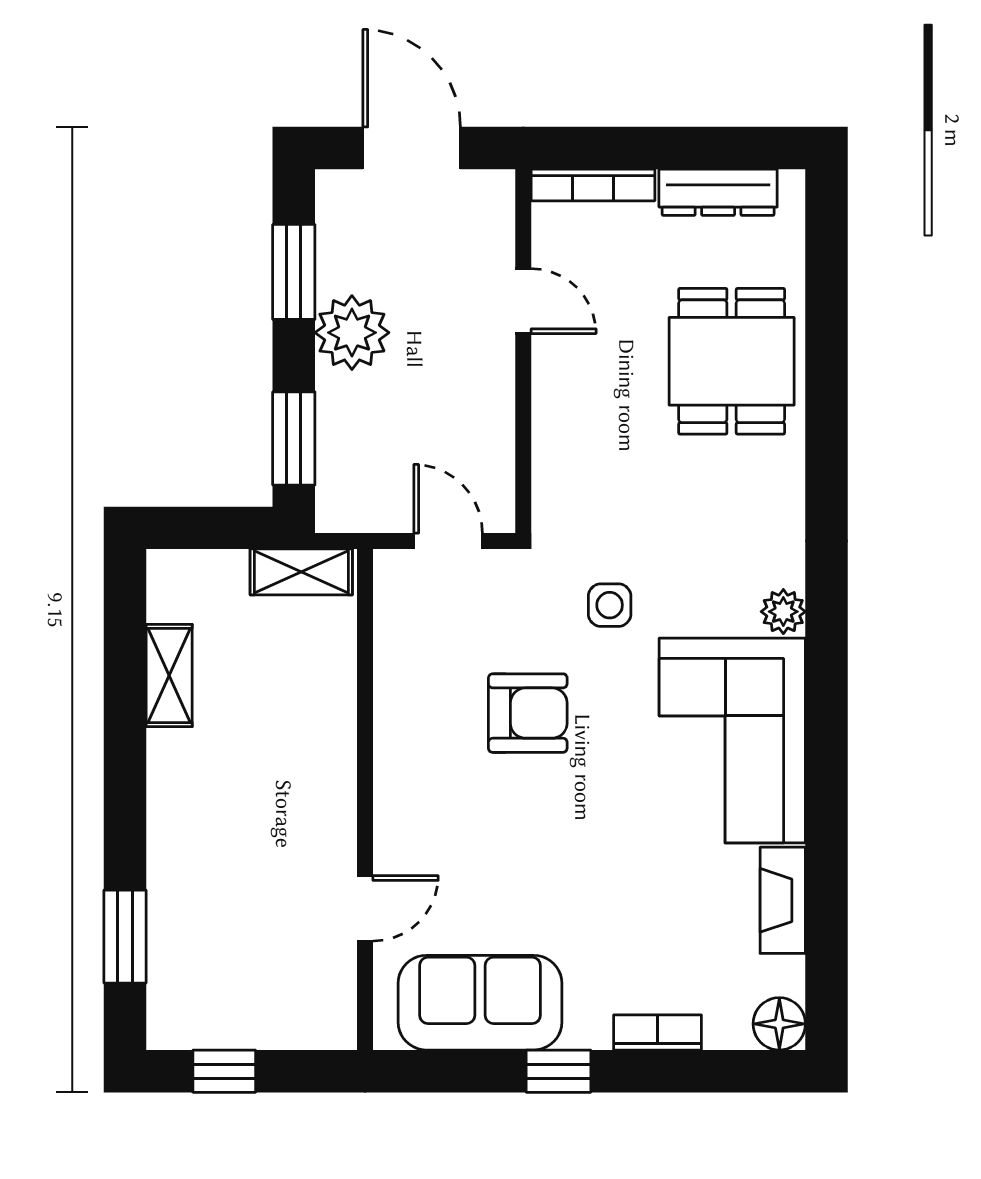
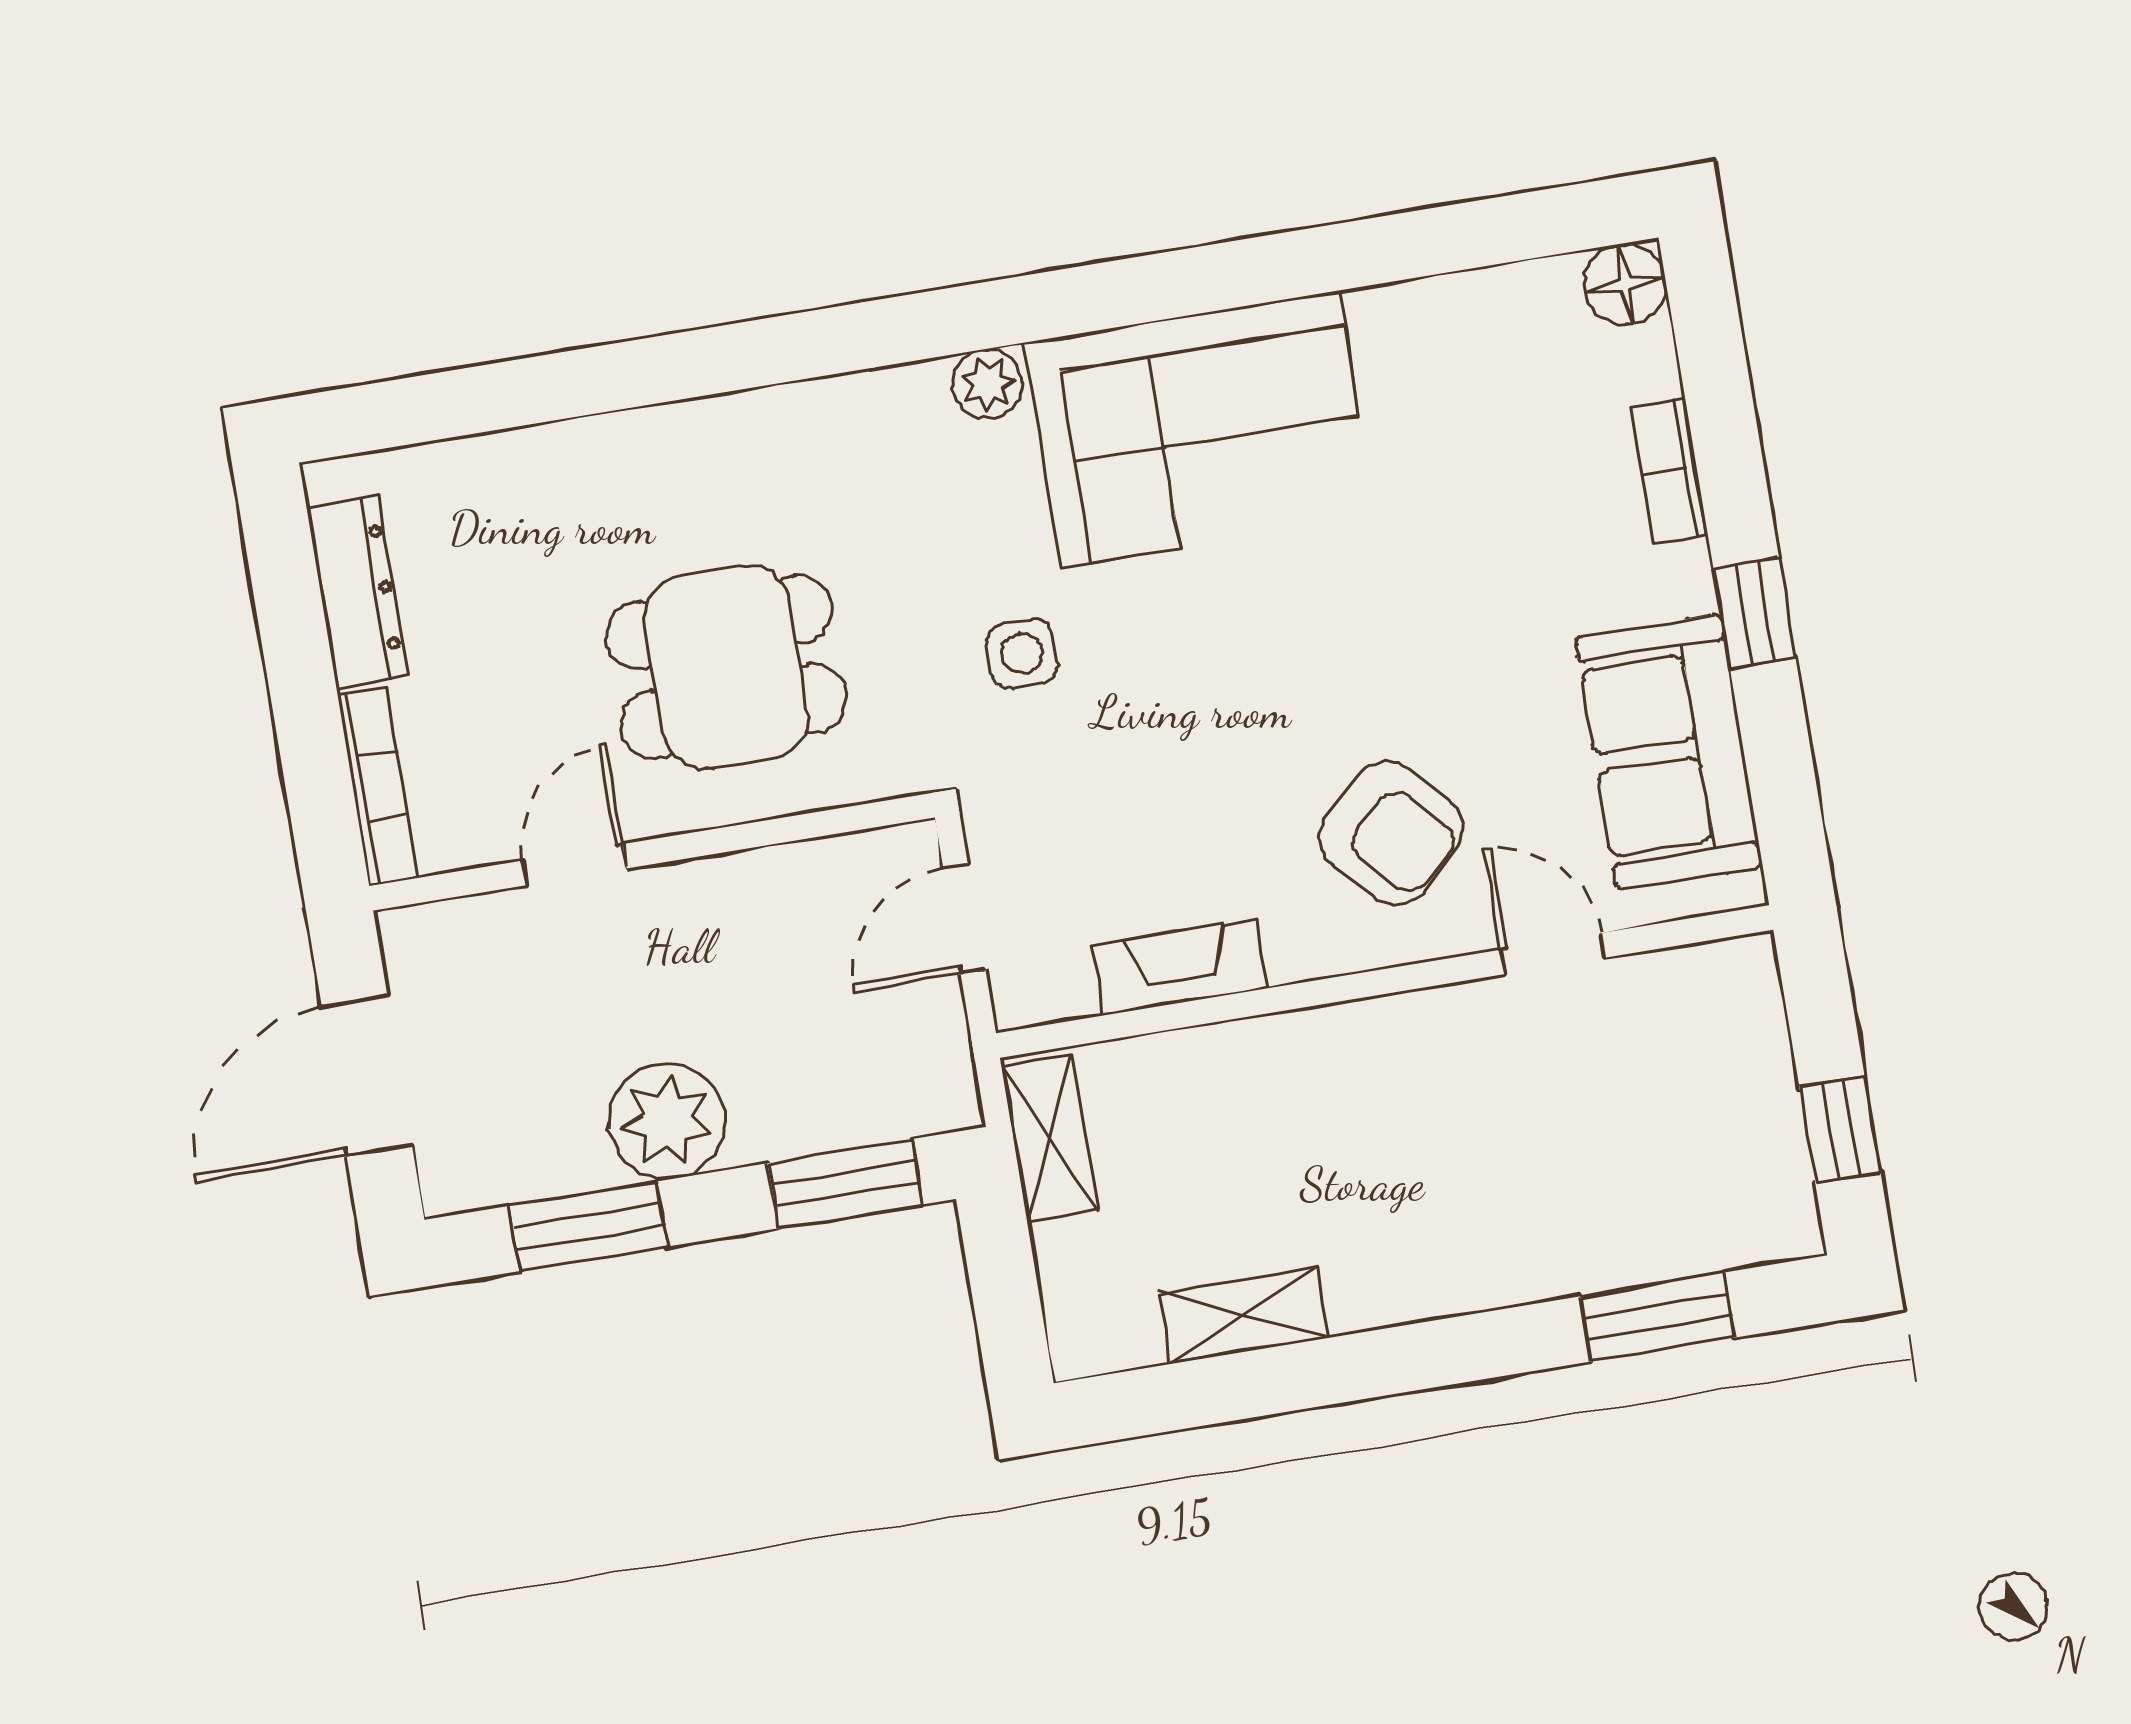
dining table: (732, 361) -> (726, 667), moved
armchair: (528, 713) -> (1391, 833), moved, turned 137
fireplace: (783, 900) -> (1180, 967), moved, turned 180

